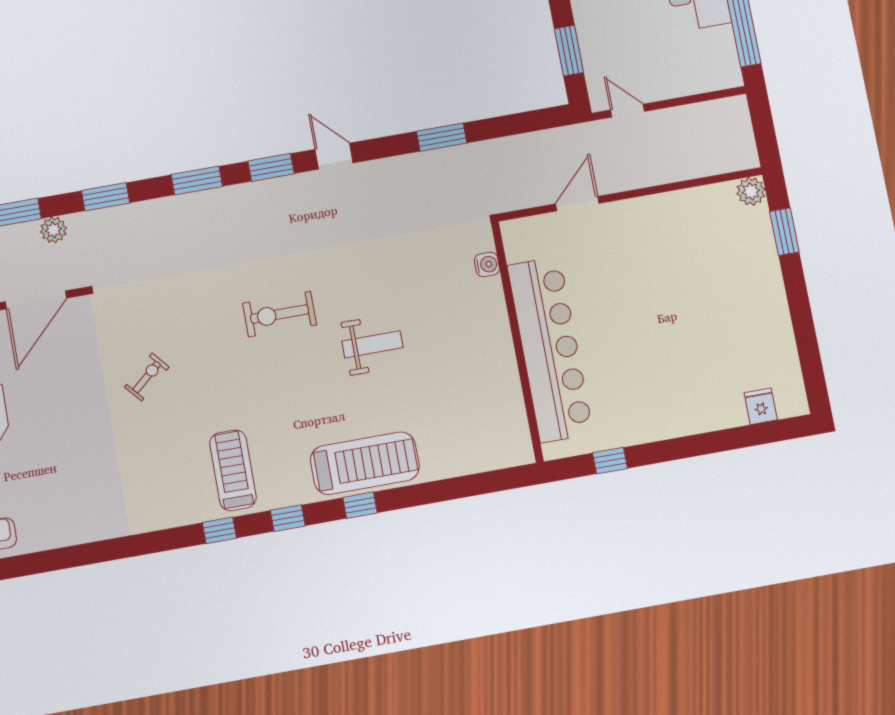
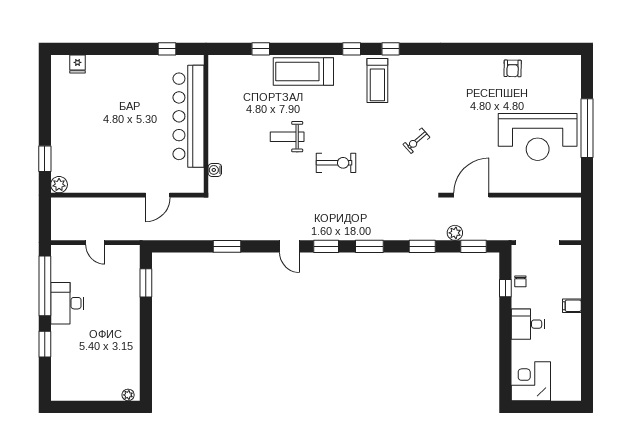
door: (627, 111) -> (95, 243), moved
window: (360, 505) -> (261, 49), moved

